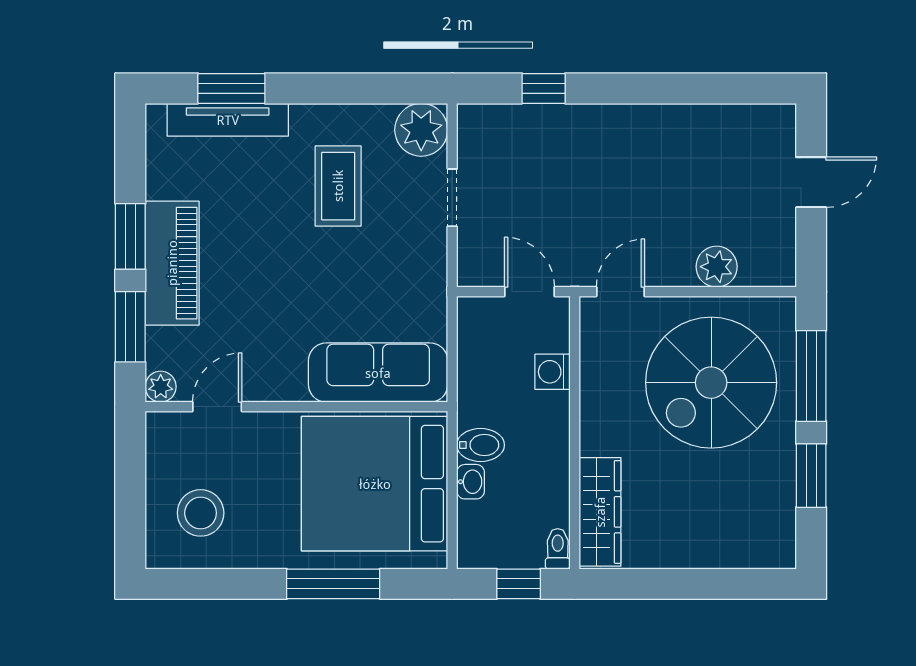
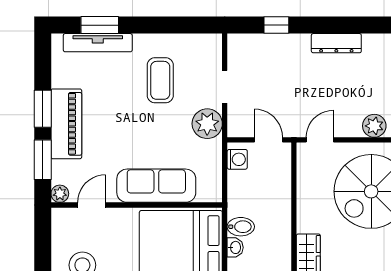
dresser: (650, 120) -> (336, 43), added
plant: (421, 130) -> (207, 124), moved
washing machine: (553, 372) -> (237, 159), moved, turned 180
sofa: (378, 373) -> (156, 186), moved

